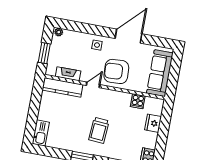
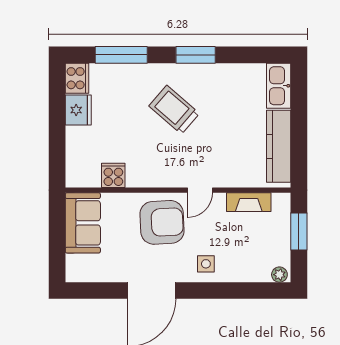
sofa: (160, 73) -> (83, 223), width x0.73
kitchen counter: (62, 87) -> (279, 146), moved, turned -90
fridge: (153, 123) -> (78, 110), moved
trolley: (99, 130) -> (174, 110), turned -53

